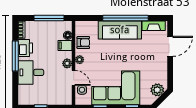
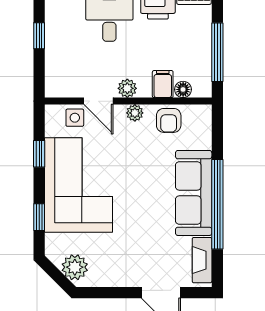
door: (74, 78) -> (99, 101), hinge flipped

